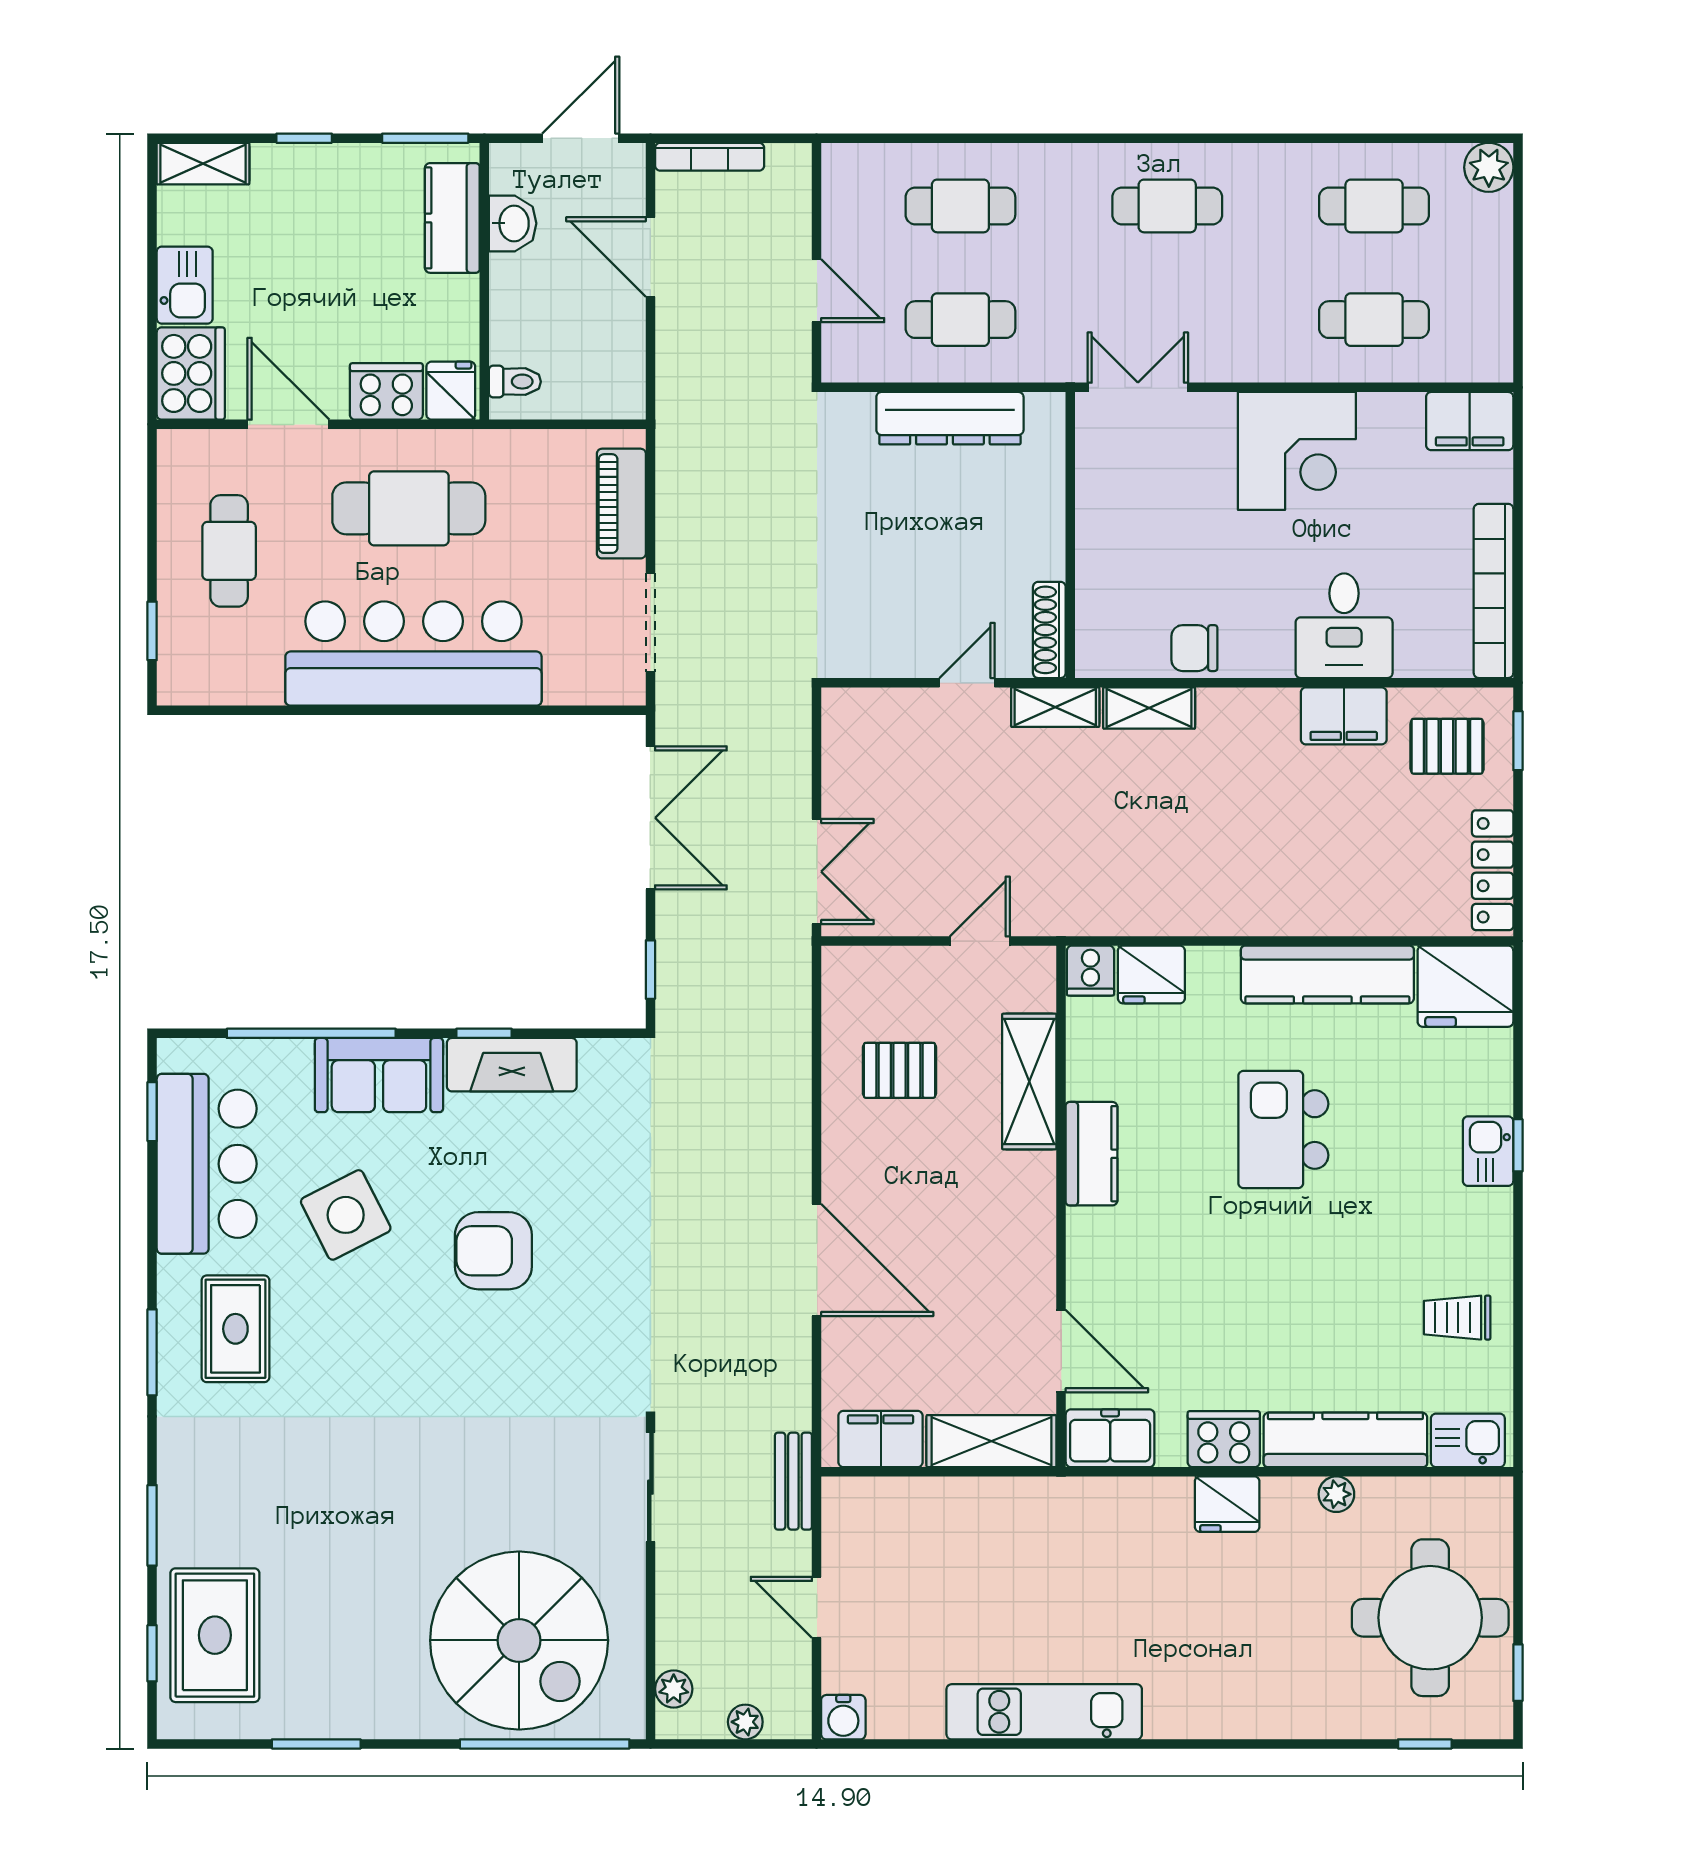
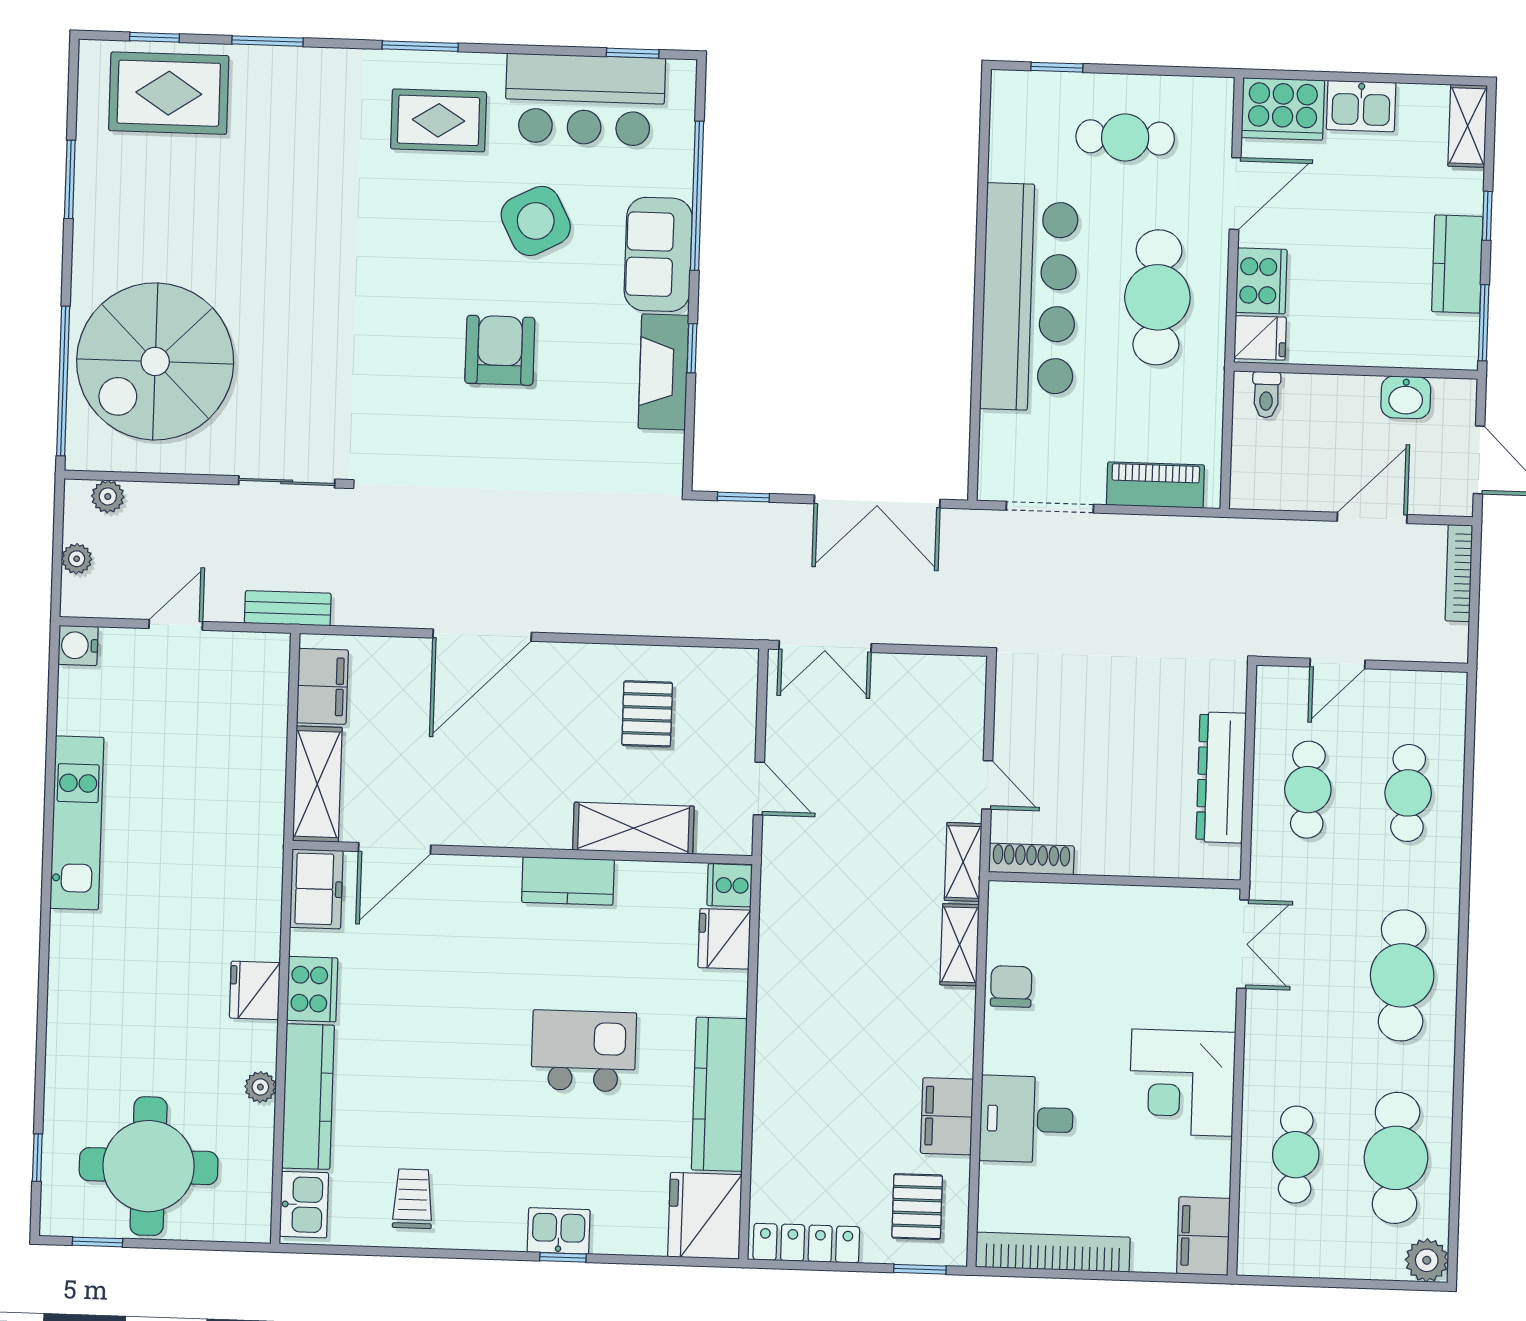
cafe table: (1167, 206) -> (1402, 975), width x1.37, depth x1.35
cafe table: (1374, 206) -> (1396, 1158), width x1.37, depth x1.35
kitchen counter: (452, 218) -> (1457, 264), moved, turned -90

